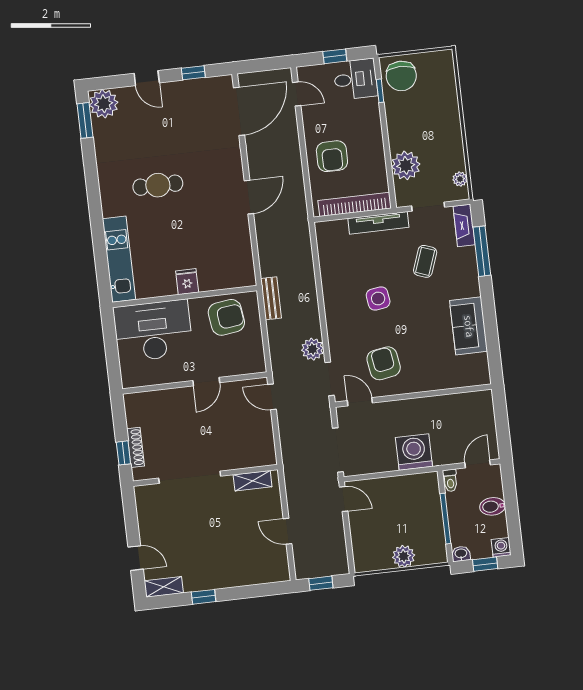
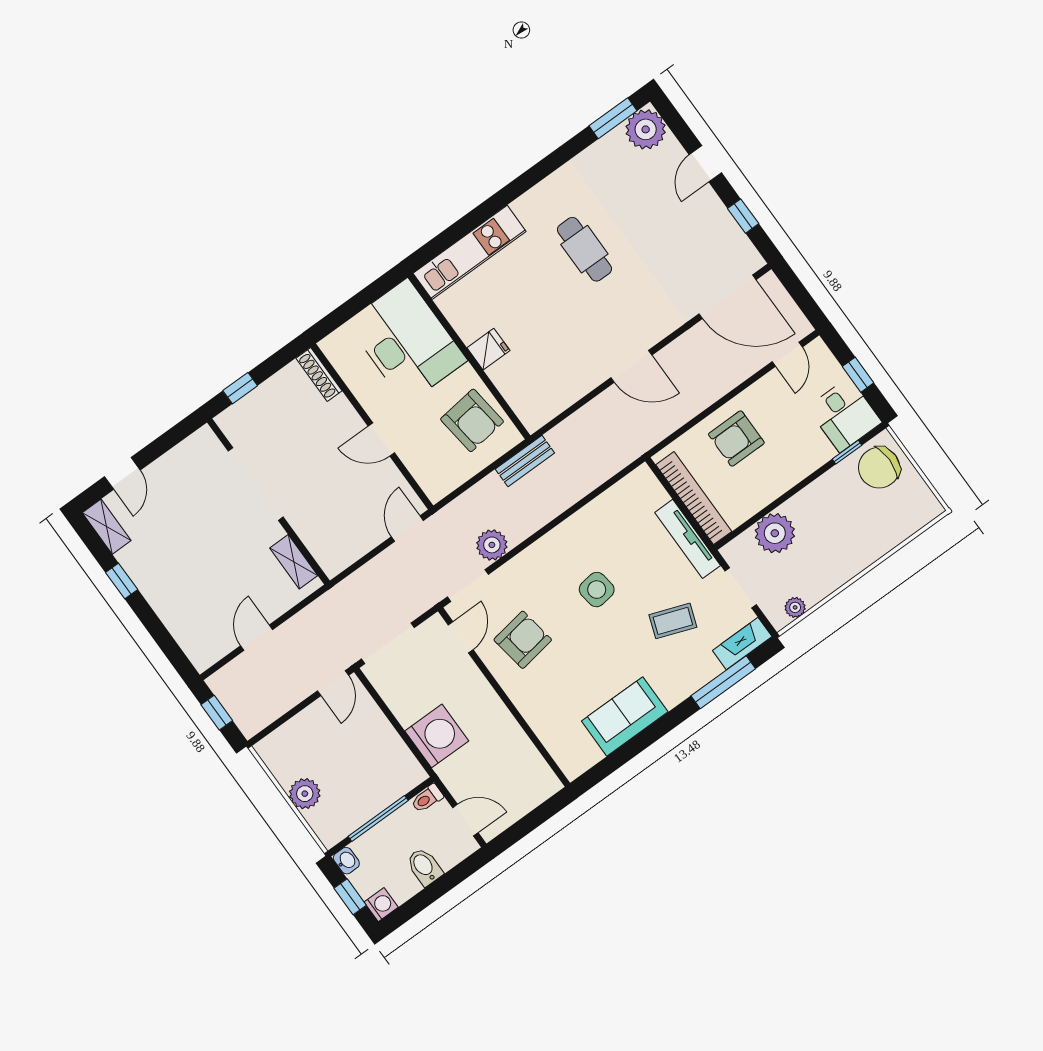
shoe rack: (135, 447) -> (319, 375), moved, turned 90

